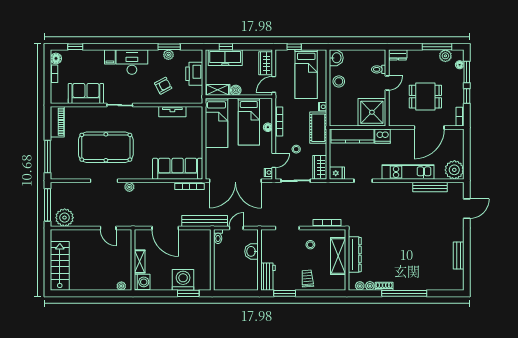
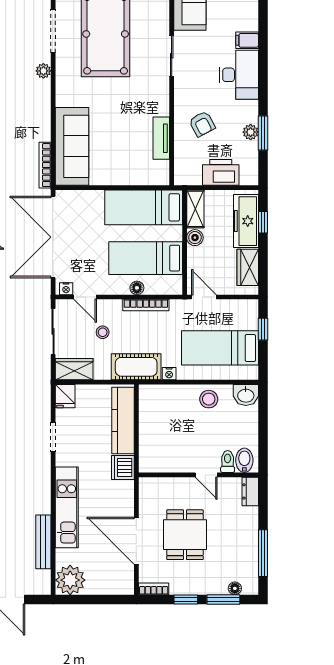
plant: (445, 56) -> (249, 566), removed
bidet: (378, 59) -> (244, 460), added
wardrobe: (266, 63) -> (248, 267), moved, turned -90
shower: (372, 112) -> (160, 451), removed

